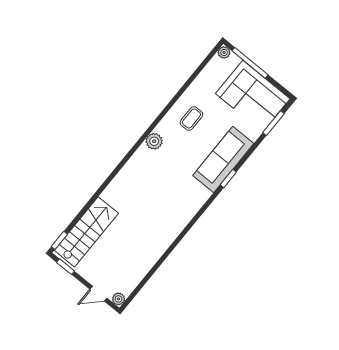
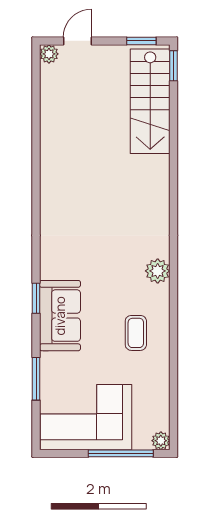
window: (274, 123) -> (36, 379), moved
sofa: (223, 159) -> (60, 316), width x0.73

